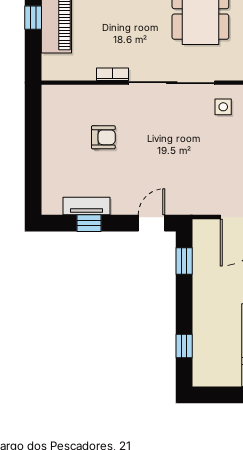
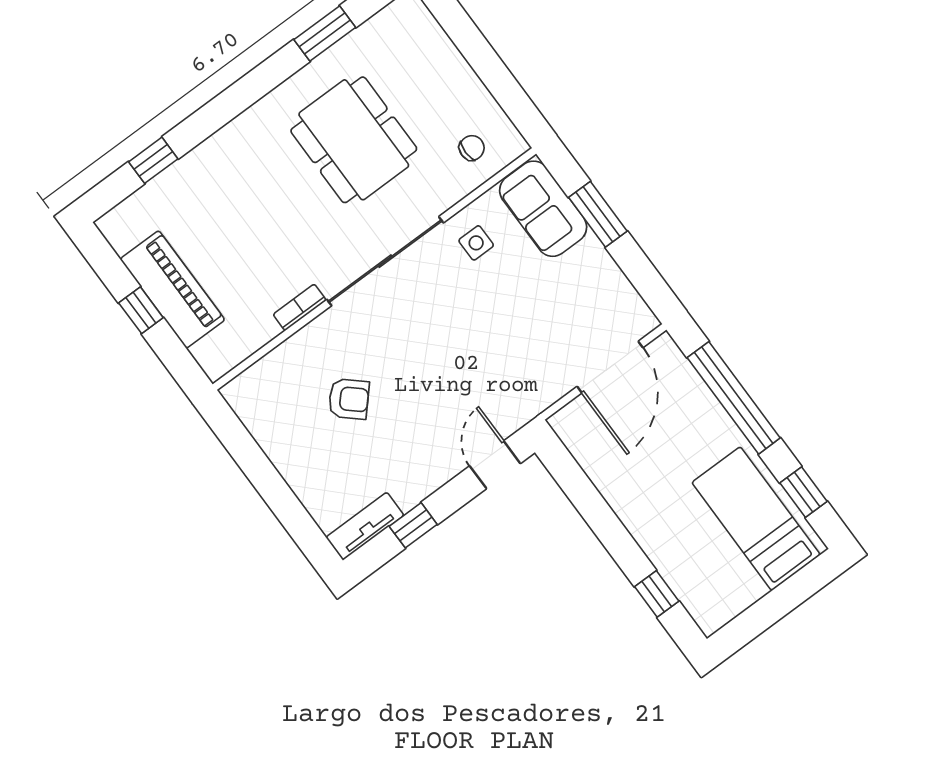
armchair: (103, 137) -> (349, 399), turned 42
tv unit: (86, 206) -> (365, 526), moved
window: (184, 261) -> (574, 483), removed

